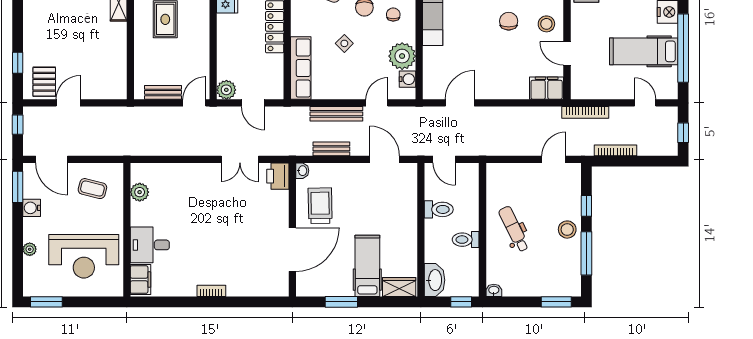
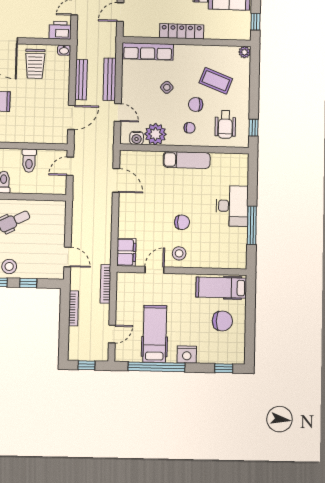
bench: (331, 149) -> (81, 80), width x1.36
trolley: (320, 206) -> (35, 64), turned 91

